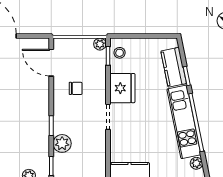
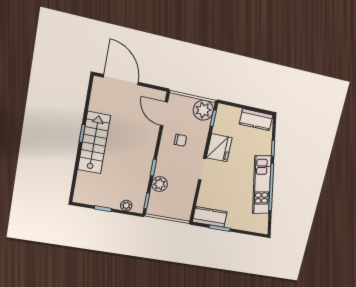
plant: (100, 44) -> (203, 110), width x1.87, depth x1.87
stool: (120, 53) -> (224, 118), removed
kitchen counter: (174, 67) -> (256, 120), moved, turned -79
plant: (196, 163) -> (264, 219), removed

